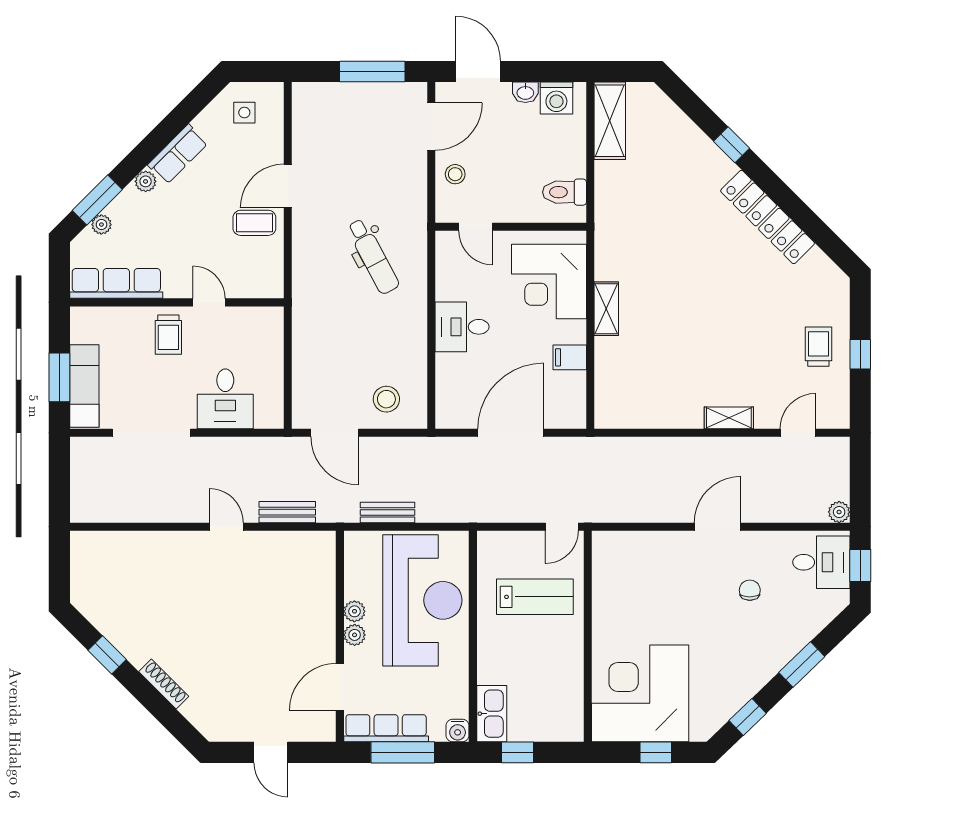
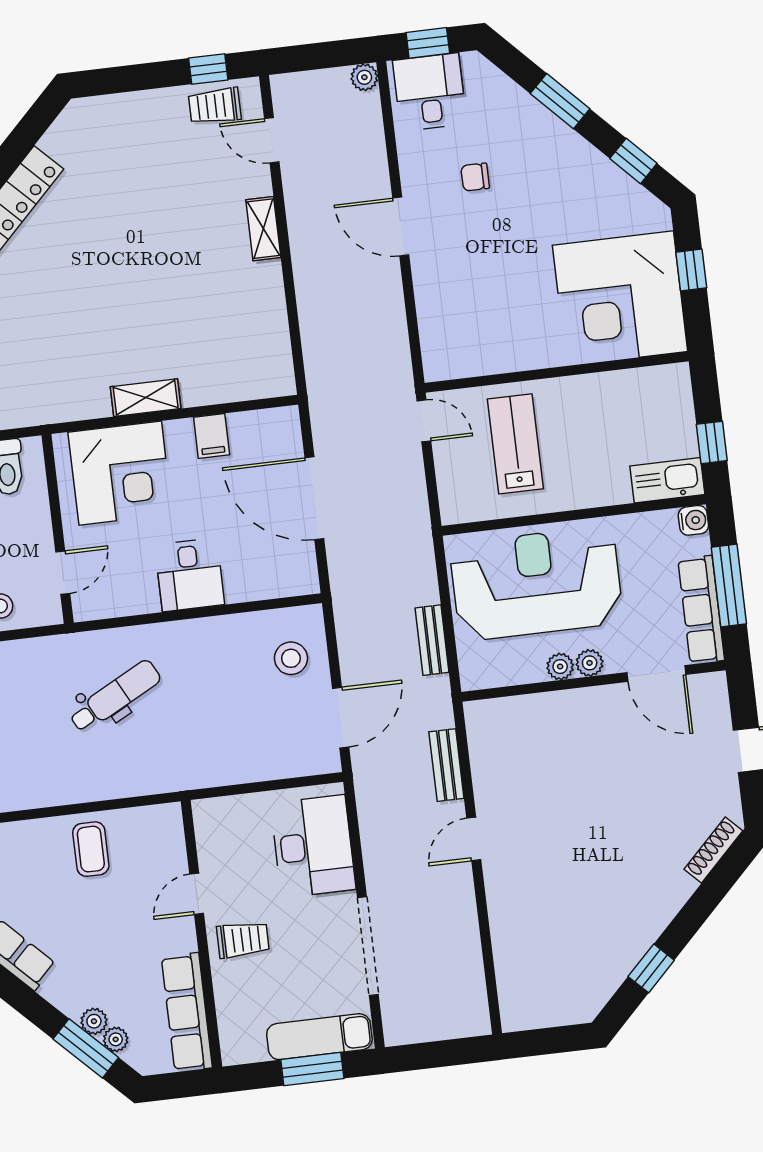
plant: (146, 181) -> (94, 1021), moved
door: (288, 186) -> (40, 813), removed
trolley: (818, 347) -> (215, 106), moved
window: (860, 354) -> (208, 69), moved
desk: (225, 399) -> (313, 846), width x1.37
shoe rack: (164, 684) -> (713, 850), moved

